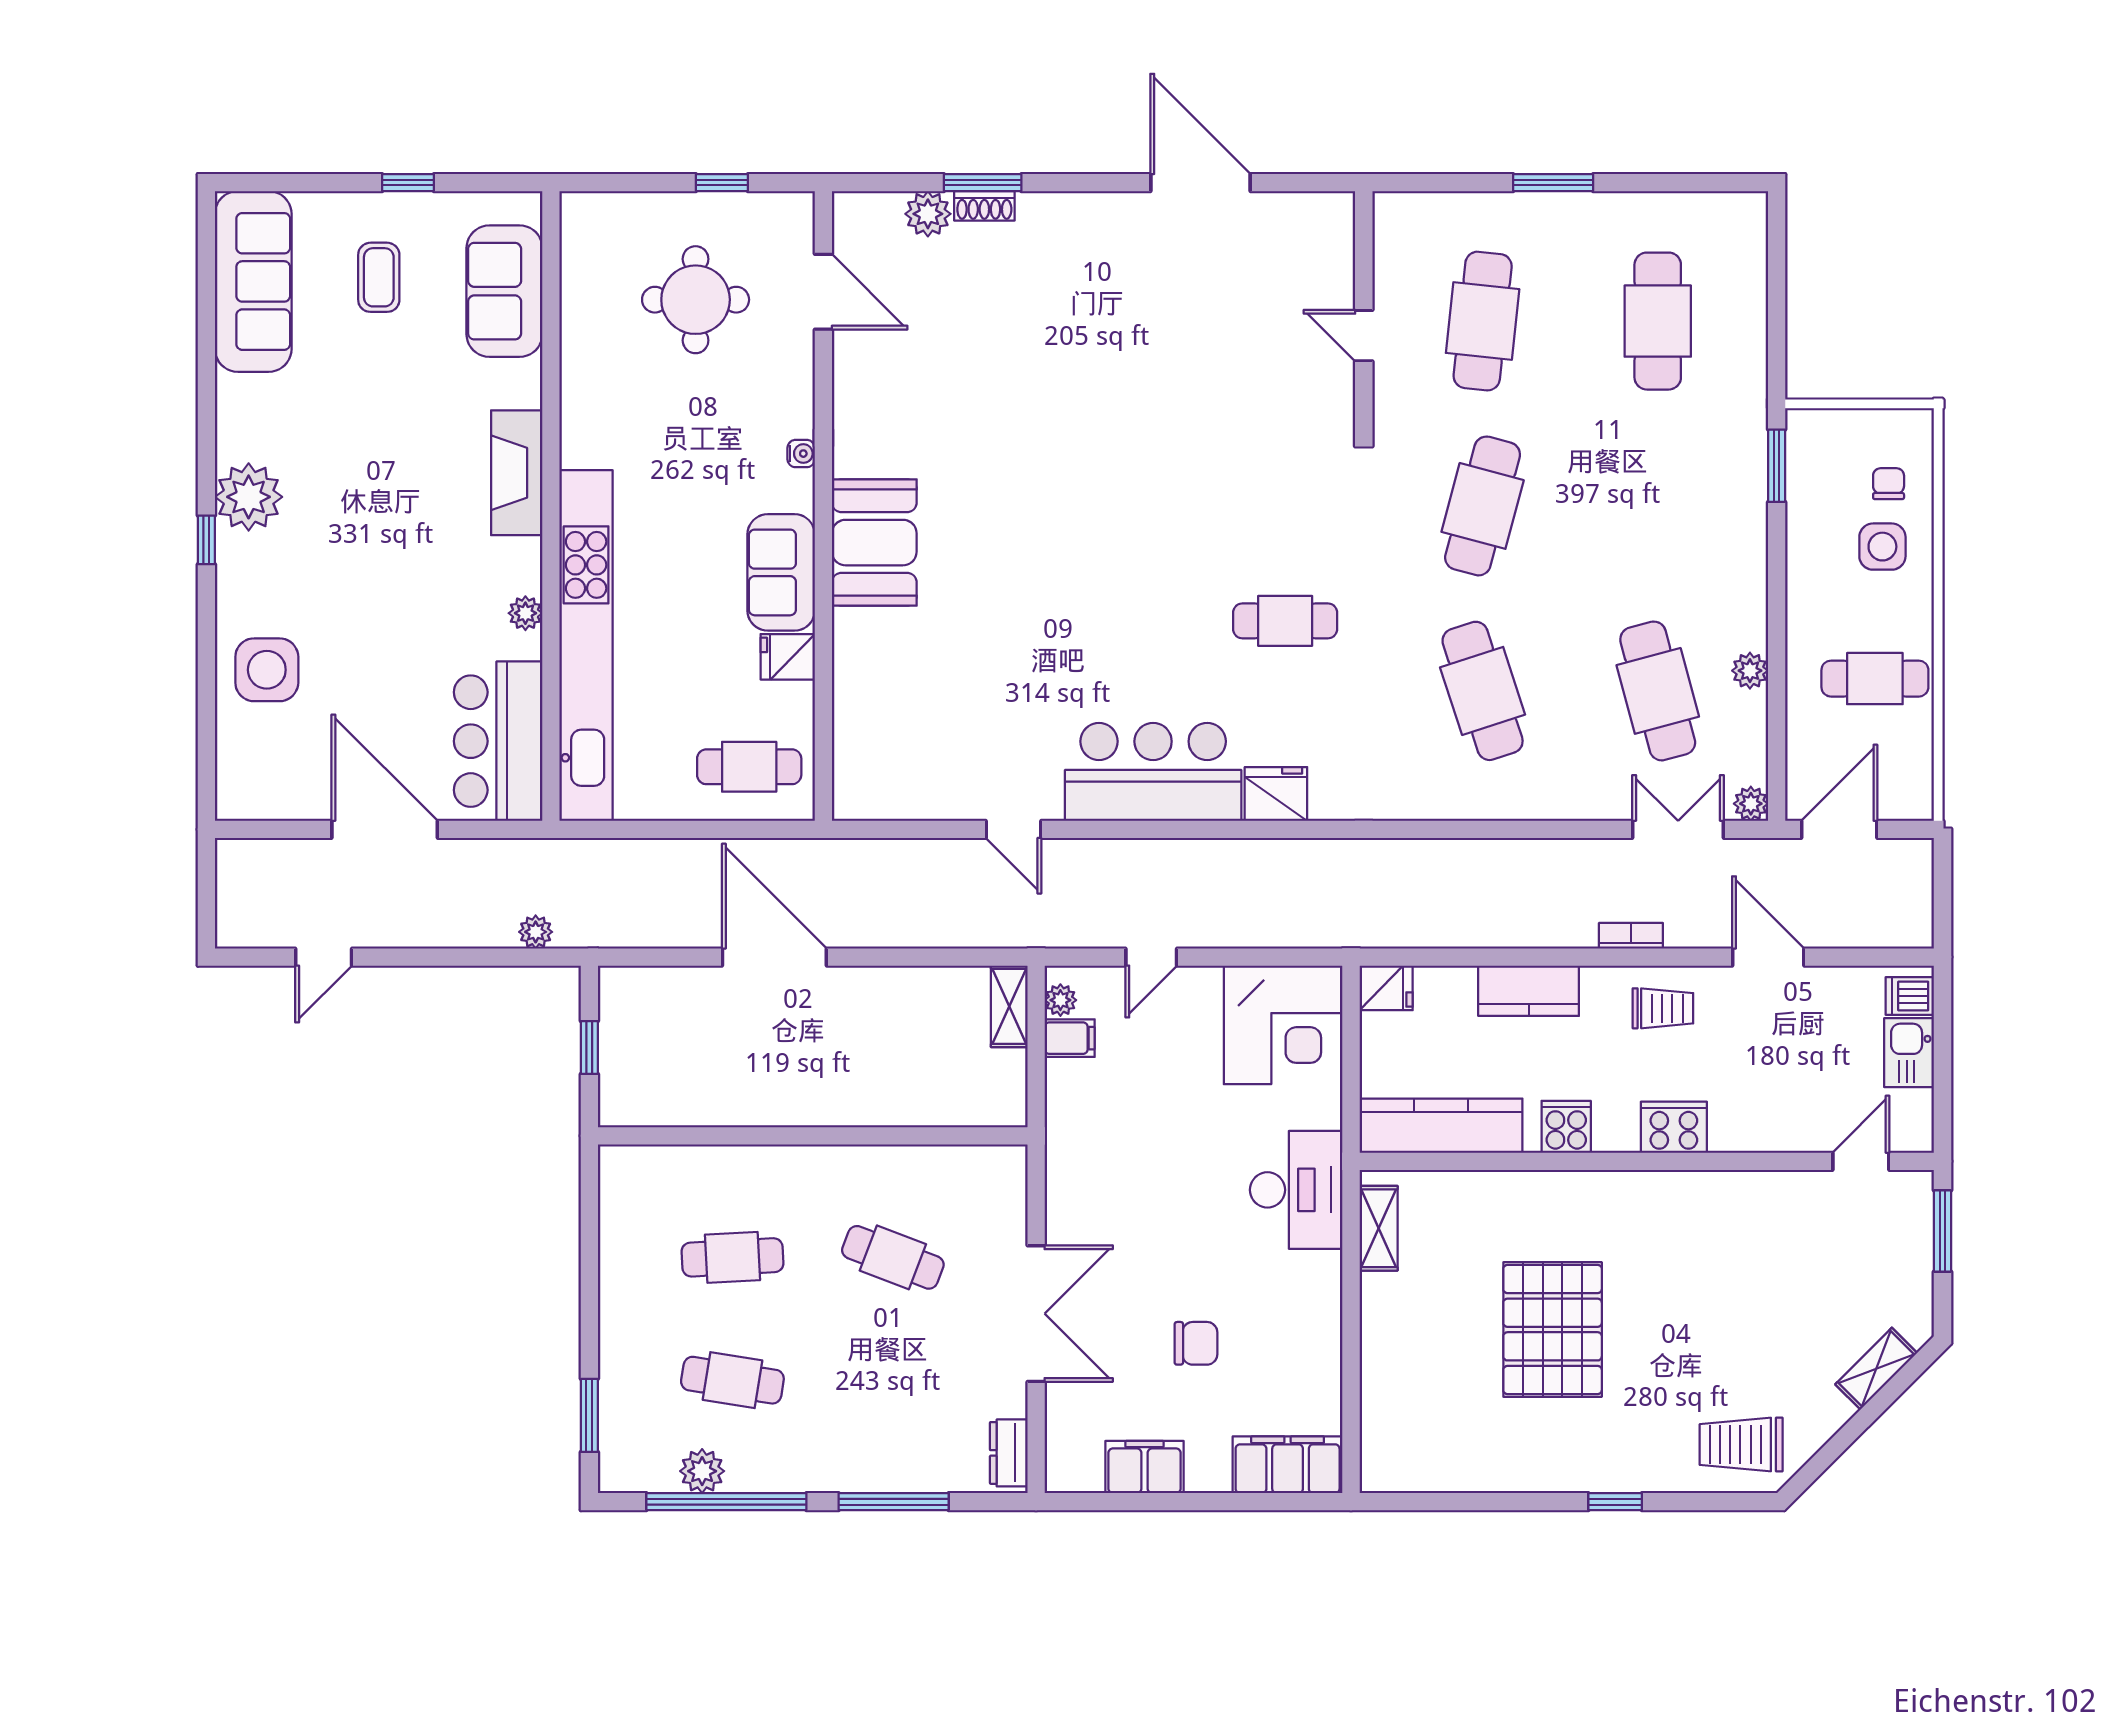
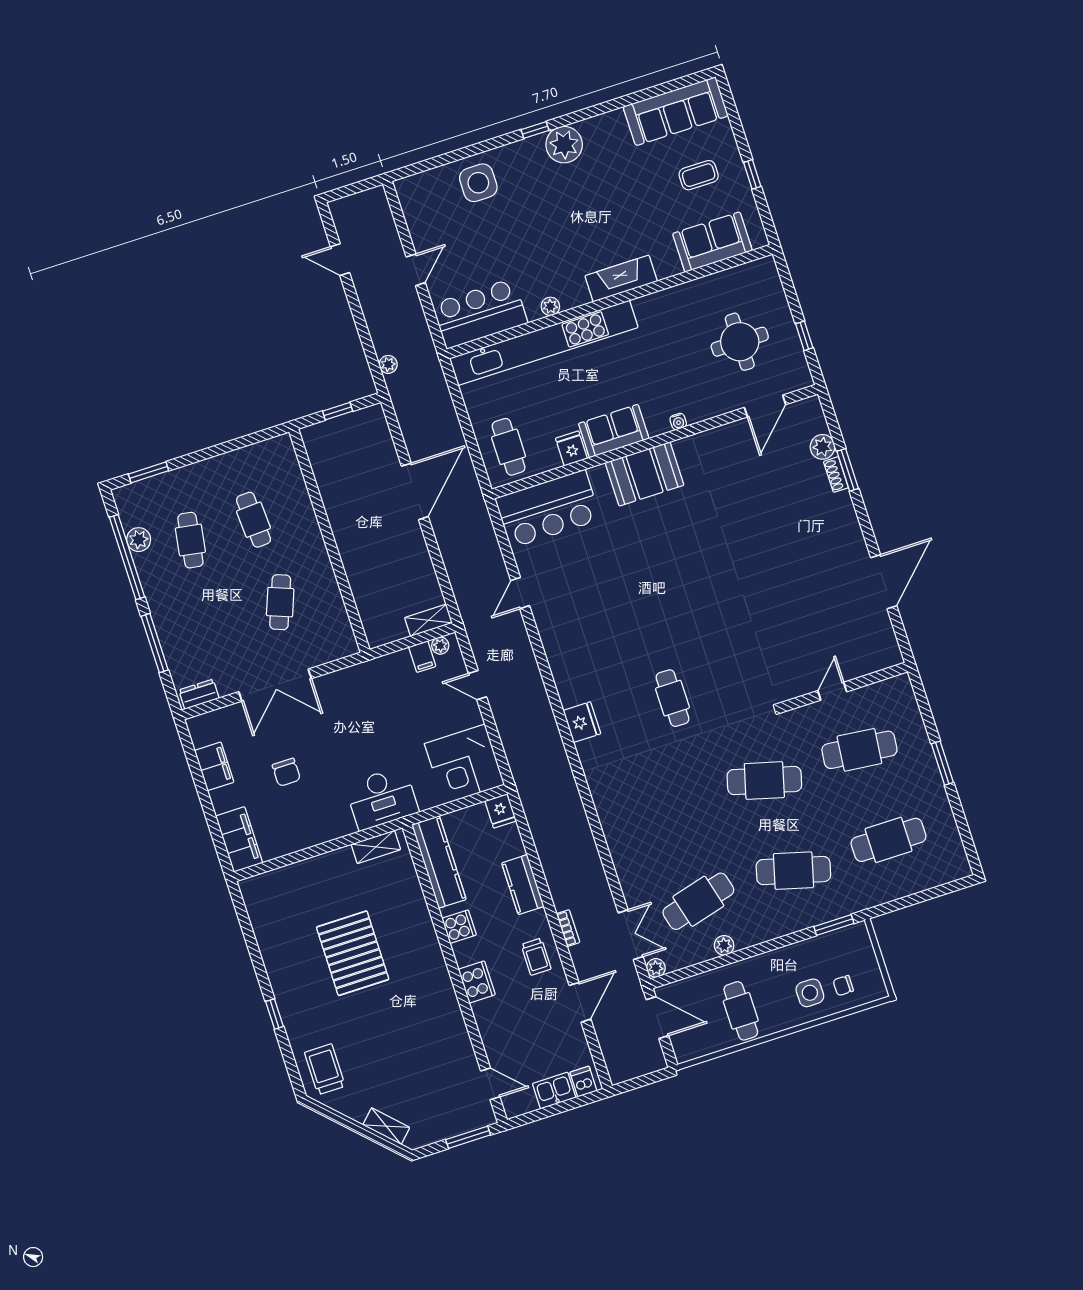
chair: (1889, 484) -> (843, 986), turned 180
cafe table: (1483, 691) -> (793, 871), moved, turned 33
bar counter: (1153, 772) -> (548, 509), moved, turned 90
door: (385, 829) -> (416, 270), width x0.53
pallet: (1553, 1330) -> (353, 953), turned 90

